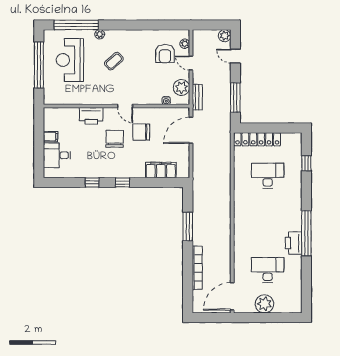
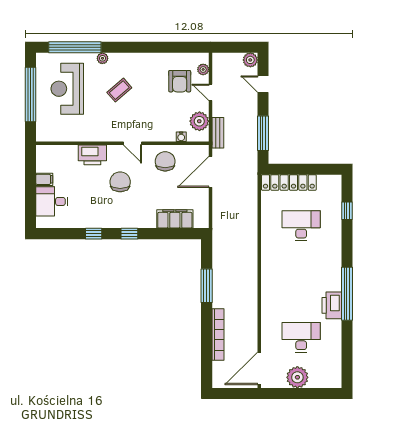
chair: (141, 132) -> (165, 161), moved, turned 90

